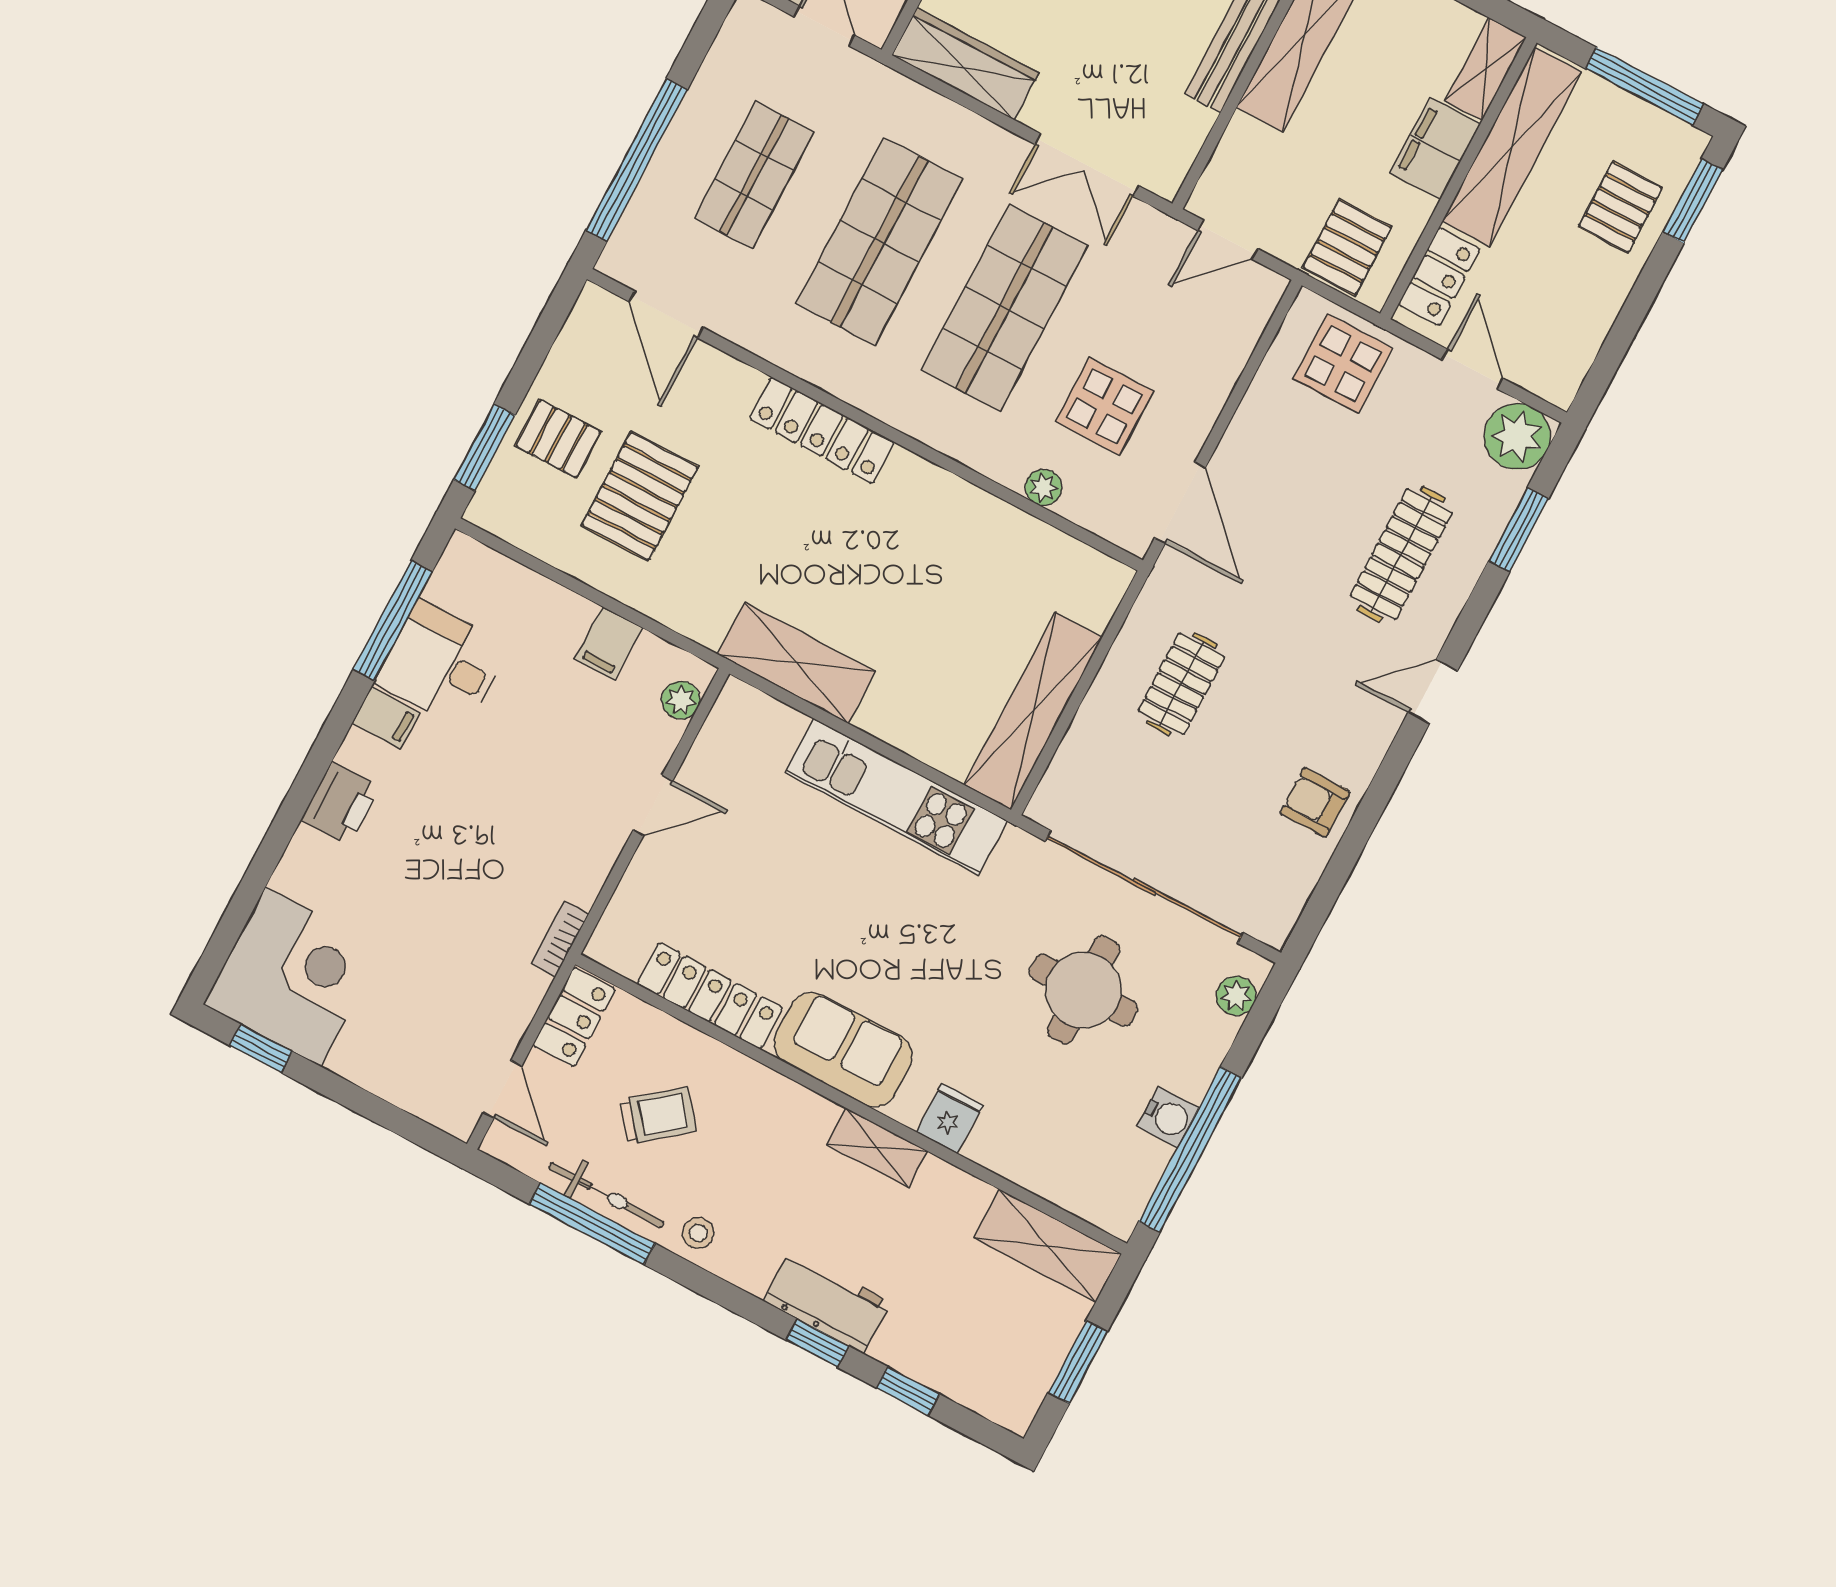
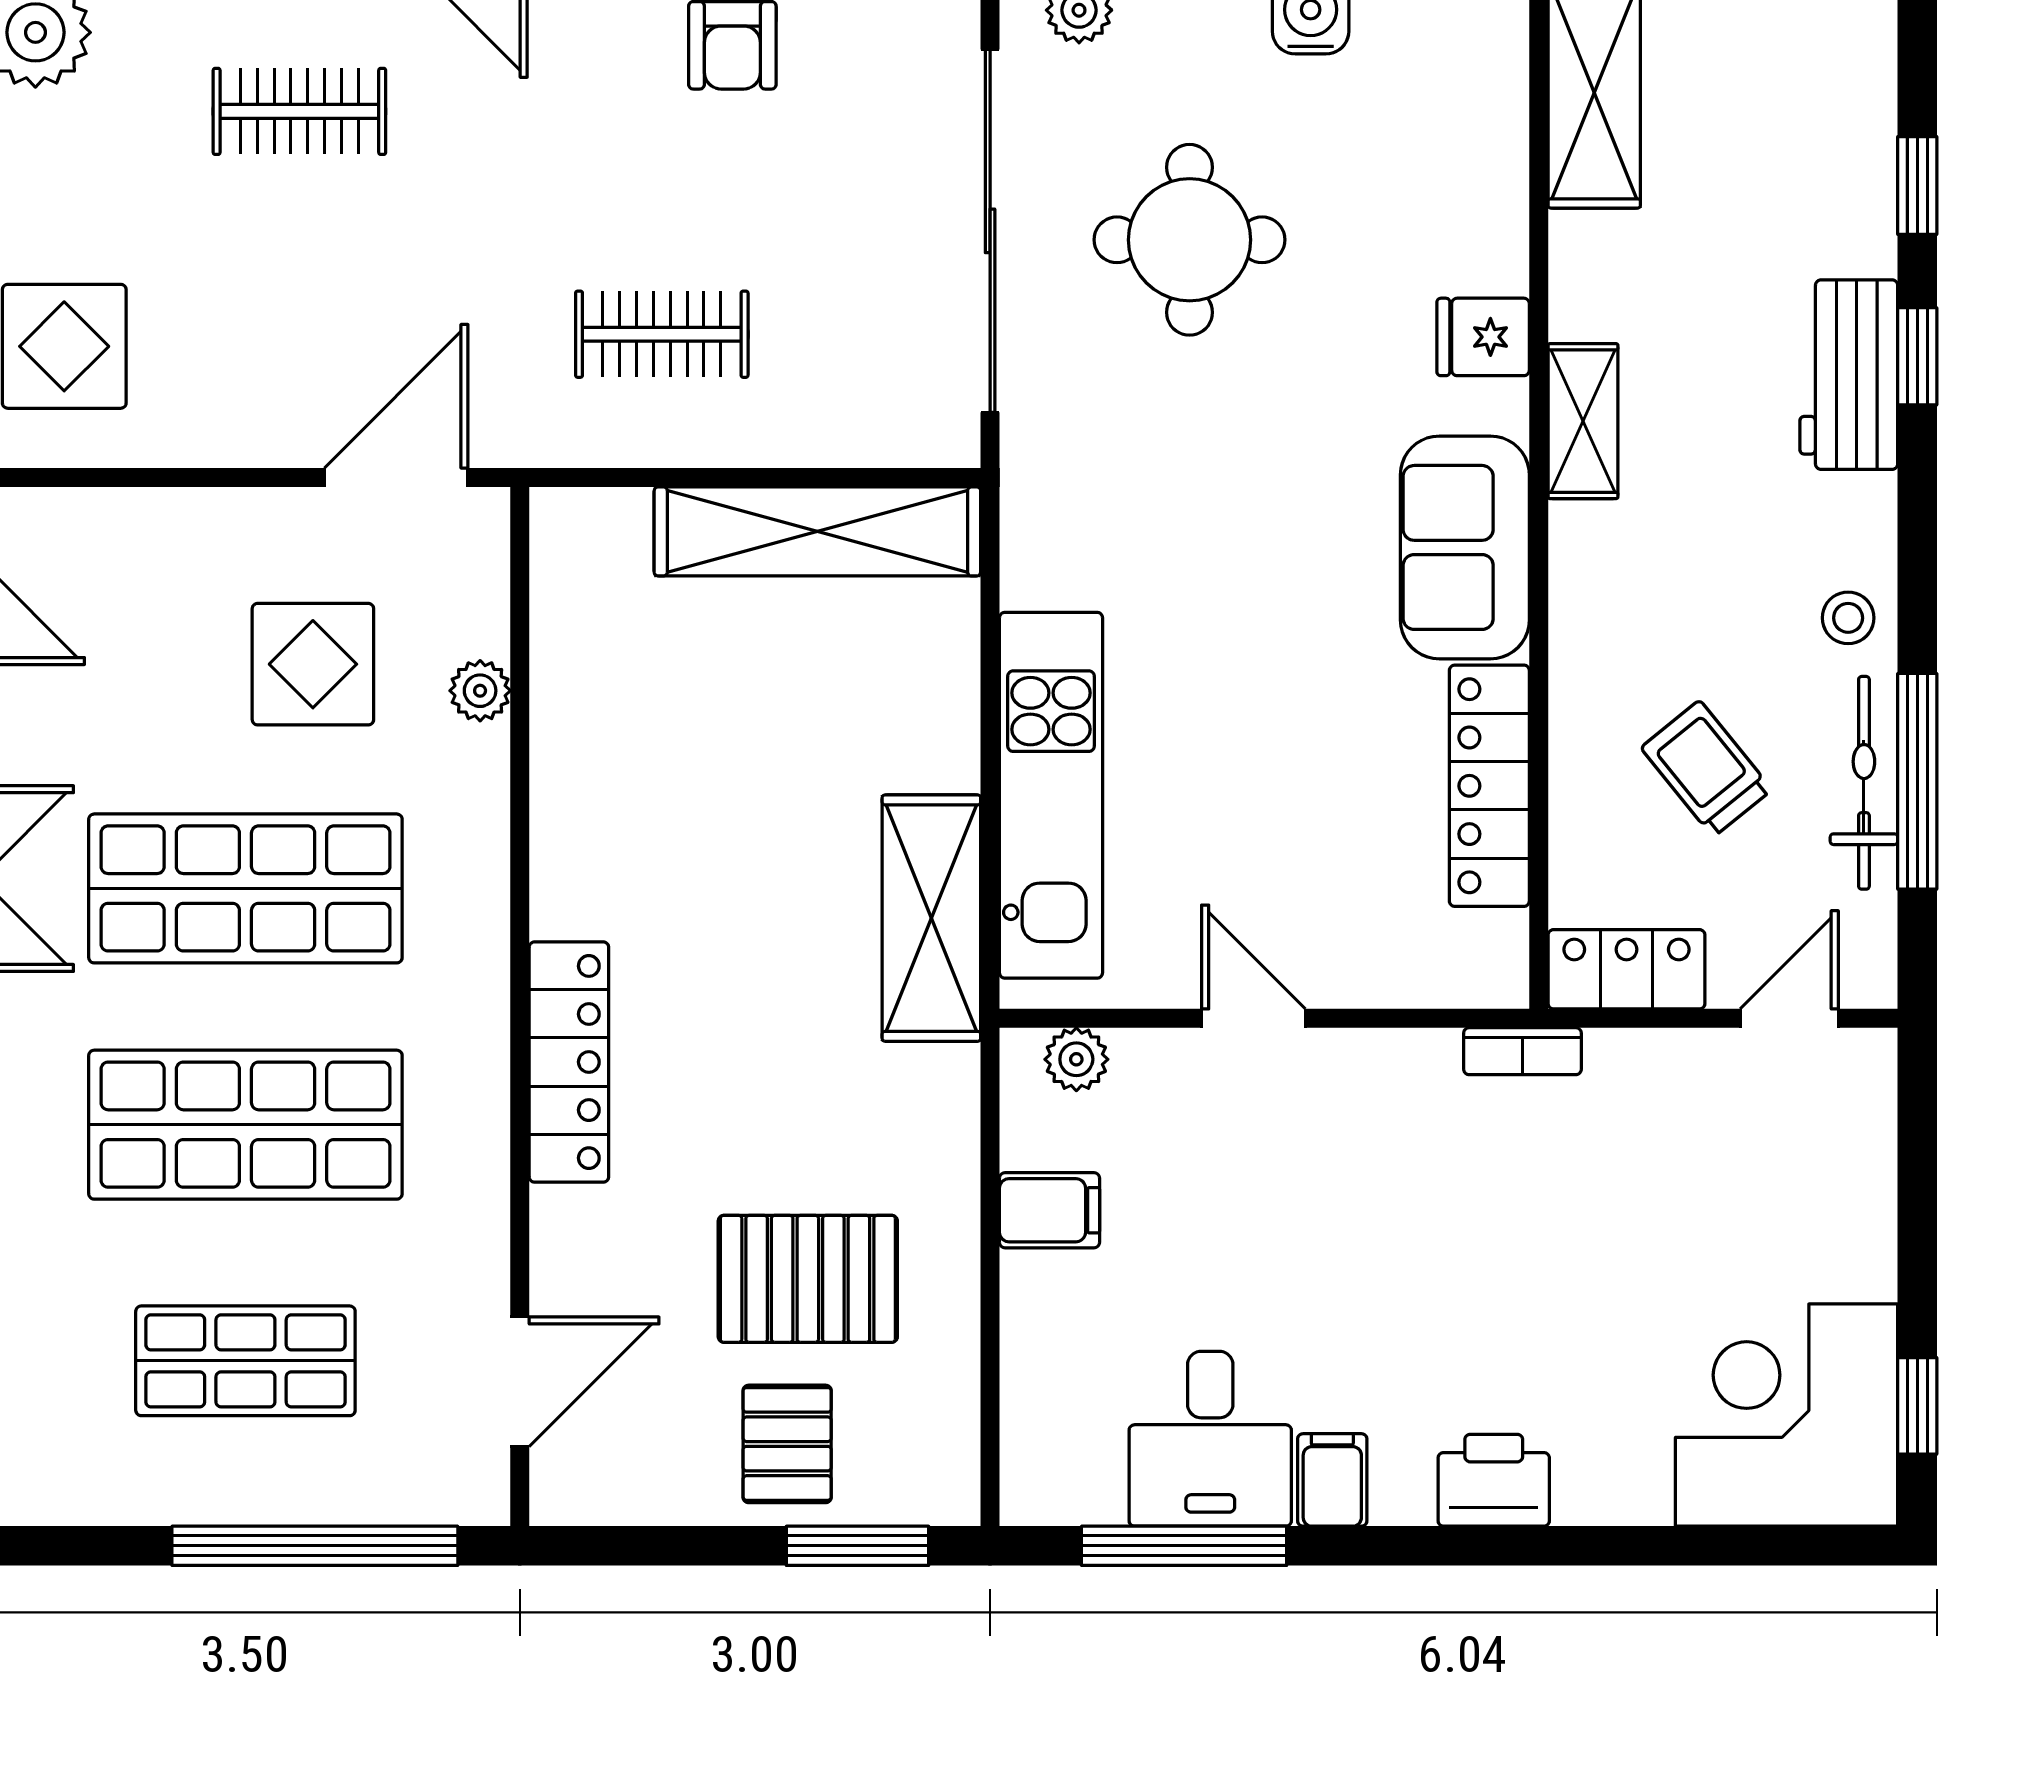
clothes rail: (1401, 554) -> (299, 111), width x0.73
kitchen unit: (896, 797) -> (1051, 795), moved

